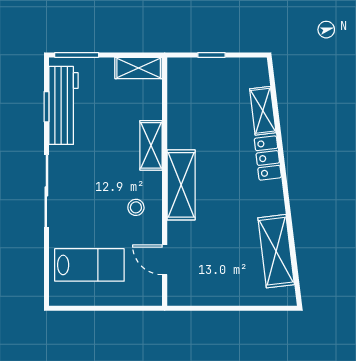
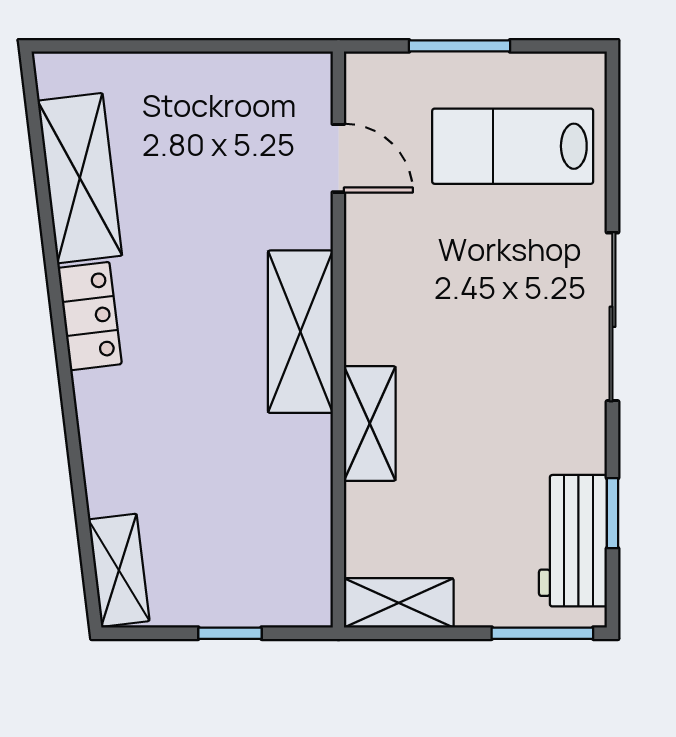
workbench: (63, 105) -> (573, 541), width x0.73
shelving: (263, 111) -> (119, 570), moved
locker: (268, 158) -> (90, 316), moved
stool: (136, 207) -> (405, 280), removed
window: (112, 308) -> (460, 46), added

